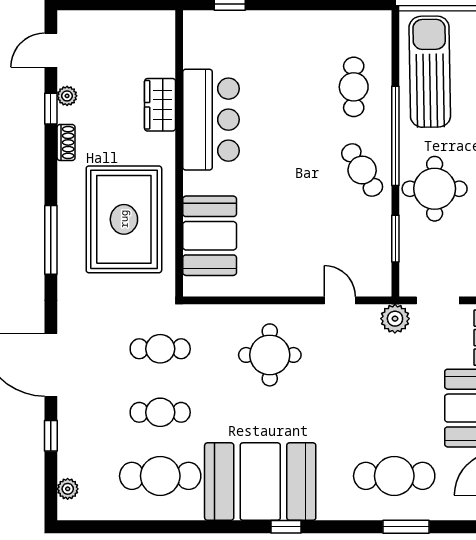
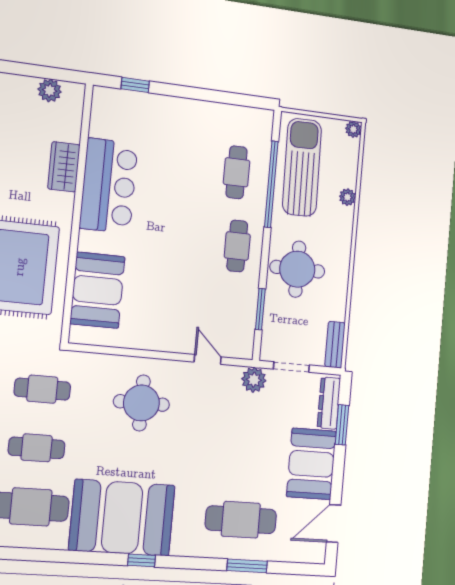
plant: (137, 23) -> (50, 90), added
window: (395, 136) -> (271, 184), moved
cafe table: (362, 170) -> (237, 246), turned 32

